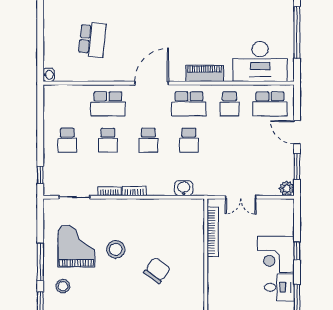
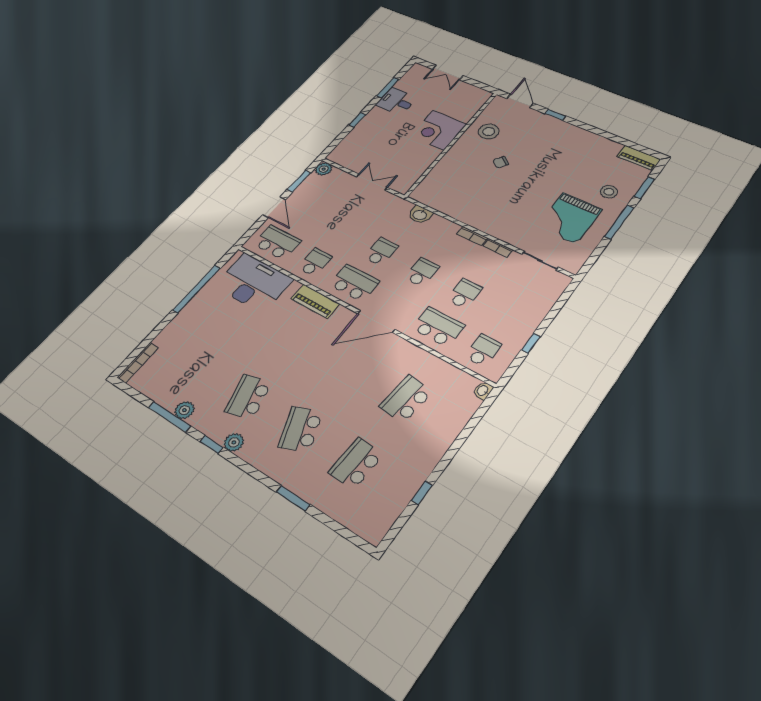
school desk: (67, 140) -> (483, 350), moved
window: (40, 175) -> (531, 343), moved
bookcase: (213, 232) -> (421, 168), removed
stool: (116, 249) -> (489, 131), moved
corner desk: (276, 254) -> (438, 130), moved, turned 180
chair: (157, 270) -> (501, 162), width x0.54, depth x0.54

